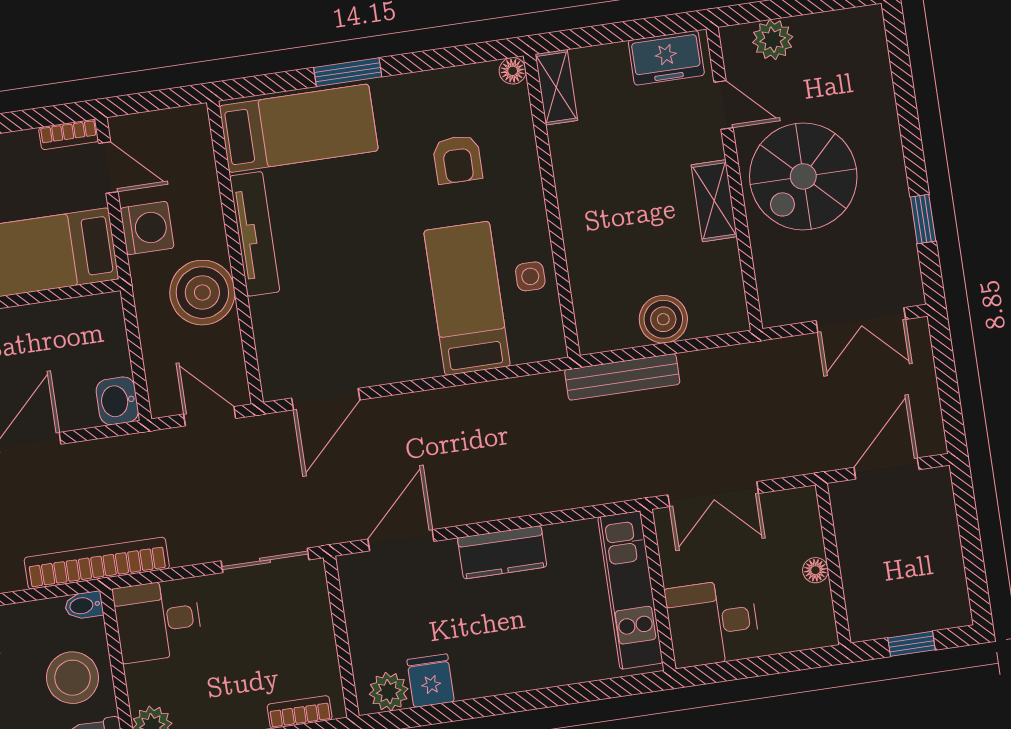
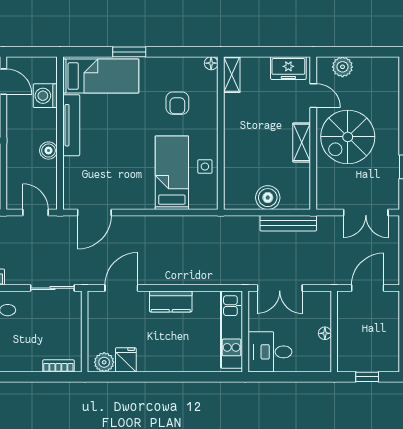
washing machine: (147, 228) -> (45, 96), moved, turned 180
boiler: (202, 293) -> (48, 151), width x0.54, depth x0.54
bench: (622, 377) -> (288, 223), moved

